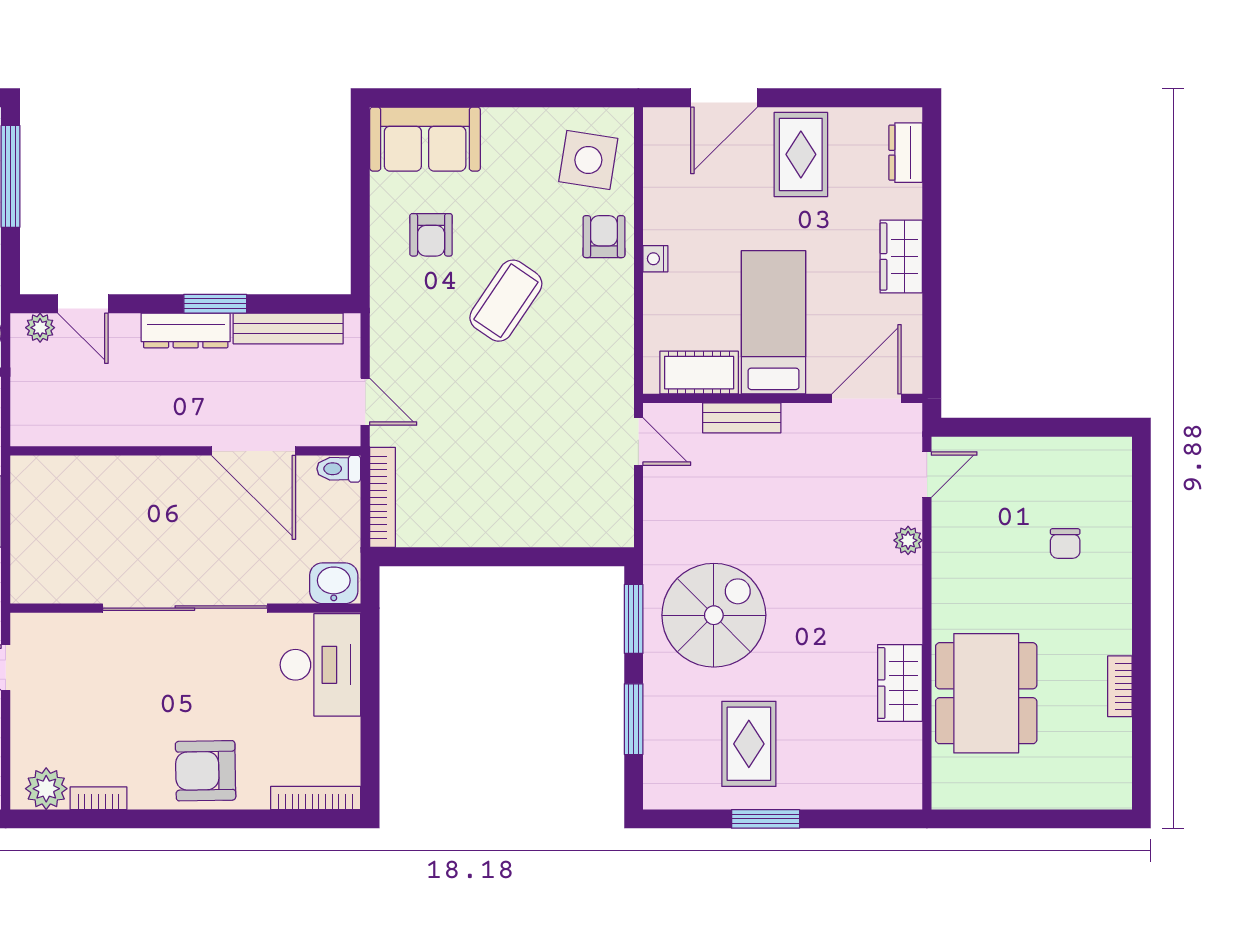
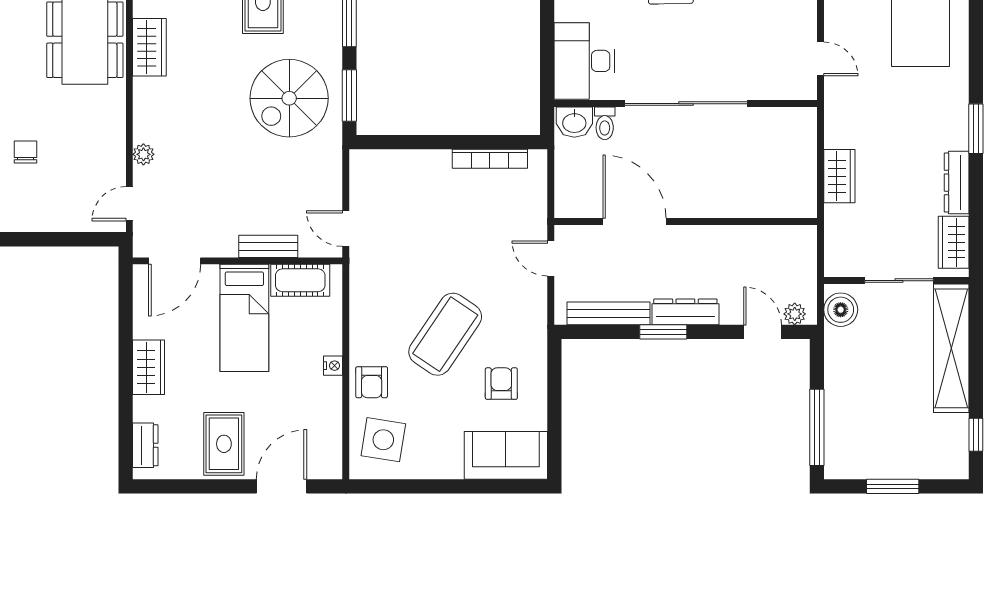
coffee table: (506, 301) -> (445, 334), width x1.36, depth x1.32
toilet: (339, 469) -> (605, 123), moved, turned 90
bookcase: (382, 497) -> (490, 159), moved, turned -90

